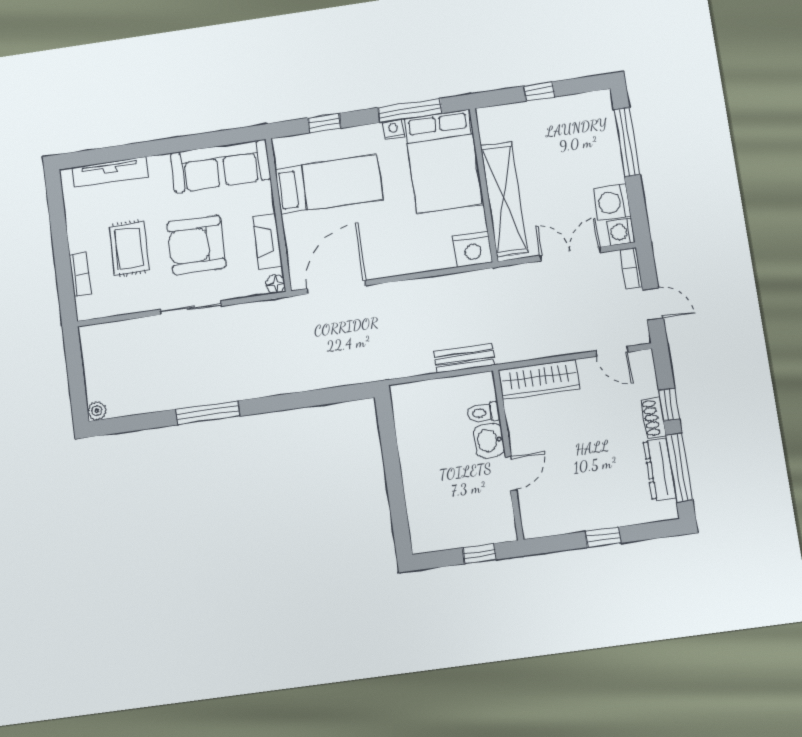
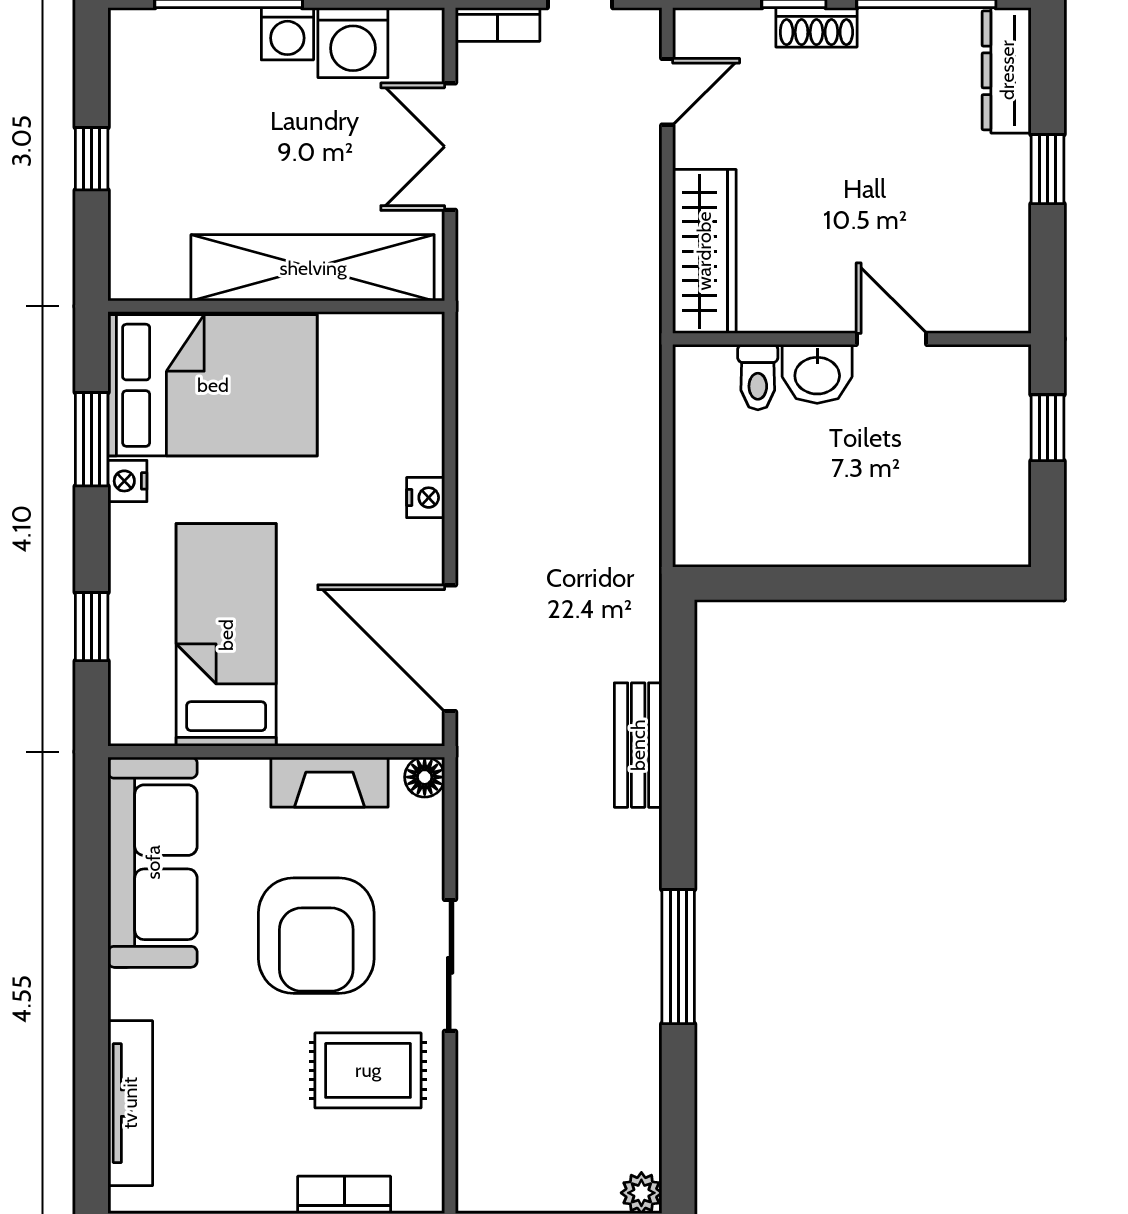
window: (410, 110) -> (92, 439), width x0.69
washing machine: (621, 232) -> (287, 34), moved
rug: (129, 248) -> (368, 1070), moved
nightstand: (473, 249) -> (426, 498), moved, width x0.53, depth x0.56
bench: (464, 358) -> (638, 745), moved
dresser: (659, 469) -> (1007, 70), moved, turned 90

